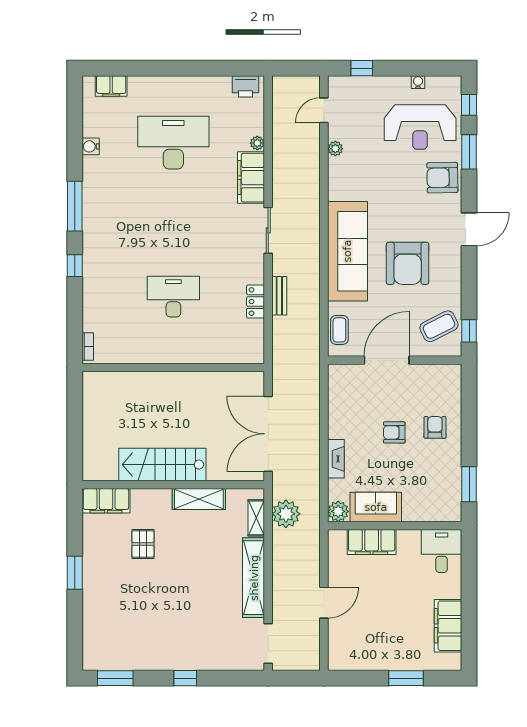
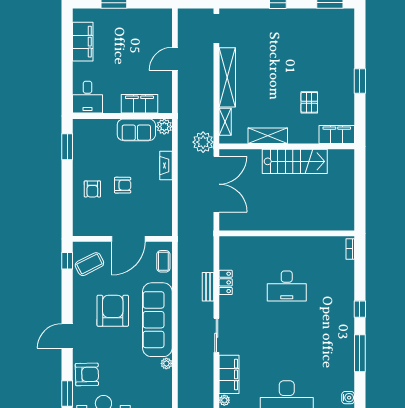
plant: (335, 149) -> (166, 363), moved
plant: (286, 514) -> (203, 142), moved

